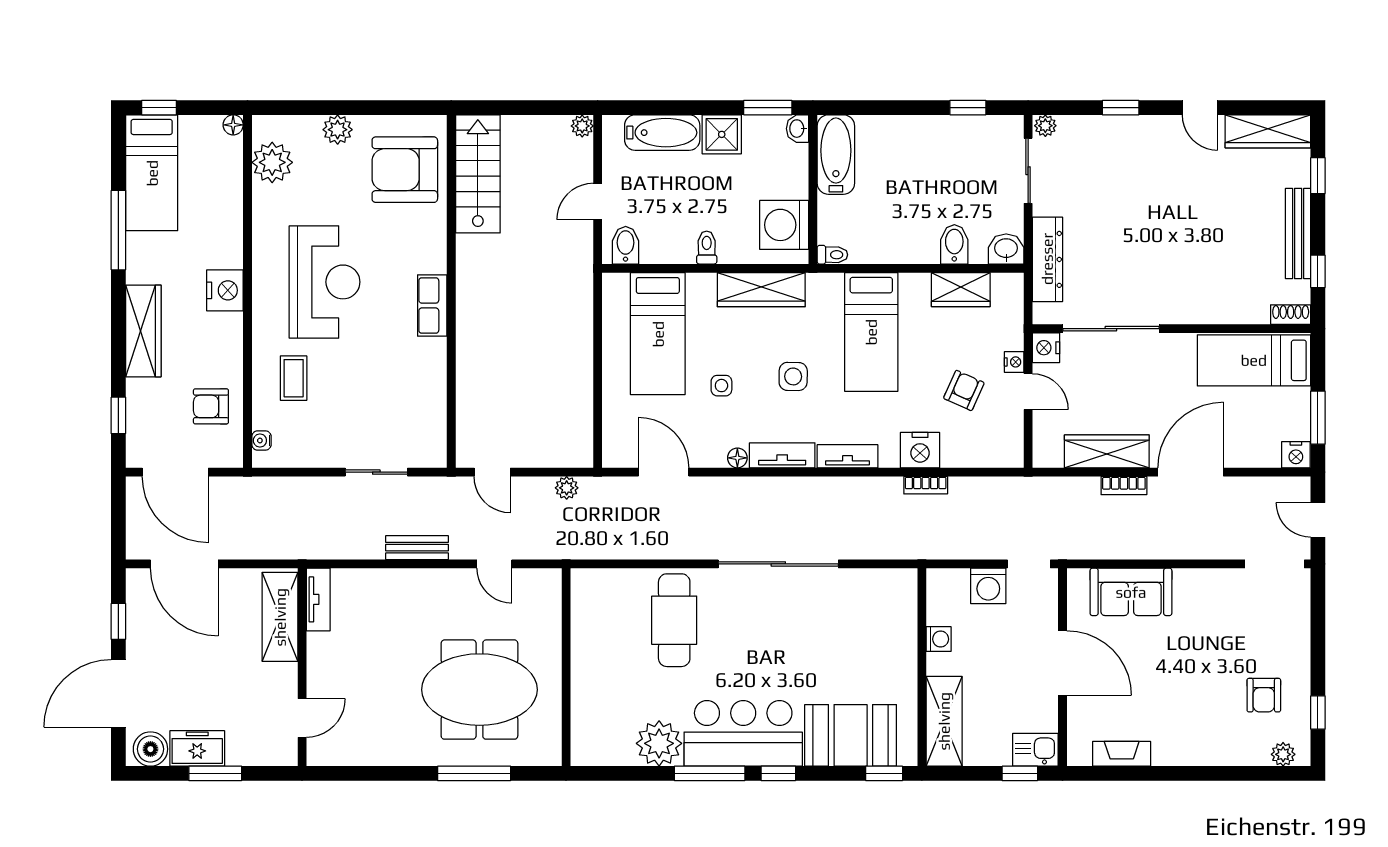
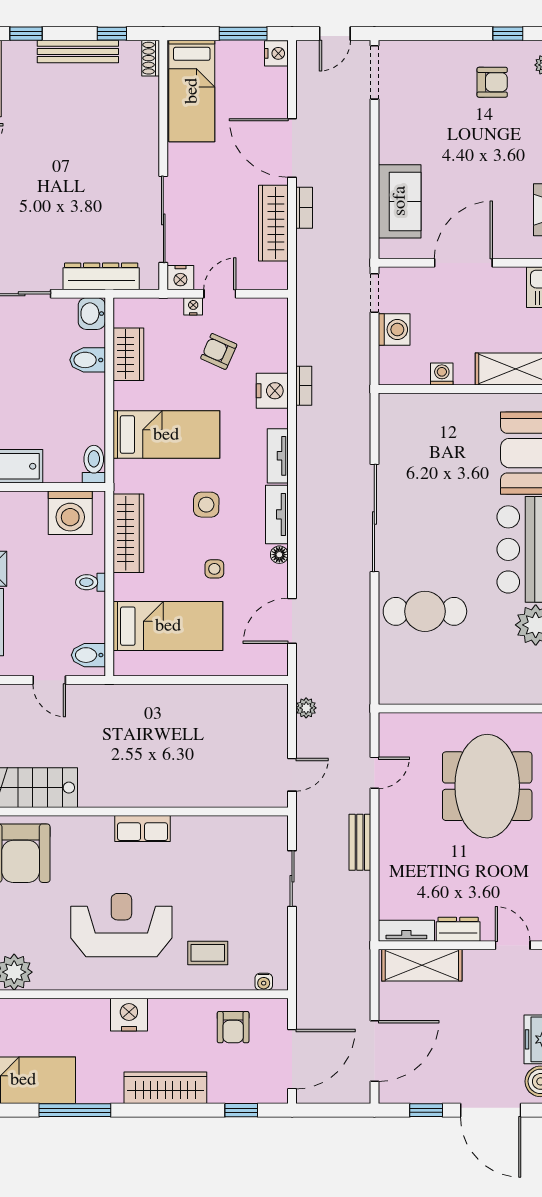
toilet: (832, 255) -> (94, 464), width x1.37, depth x1.39
dresser: (320, 657) -> (458, 929), added

